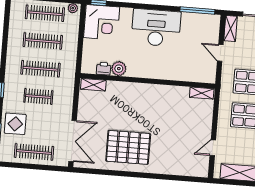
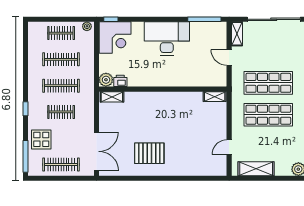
clothes rail: (45, 13) -> (61, 33), width x0.73
plant: (119, 69) -> (106, 80), moved
pallet: (128, 147) -> (149, 153), width x0.73, depth x0.71

